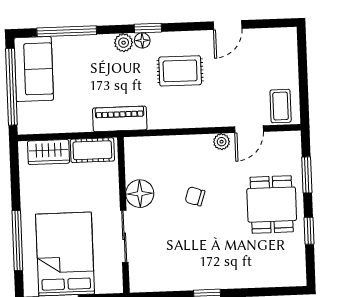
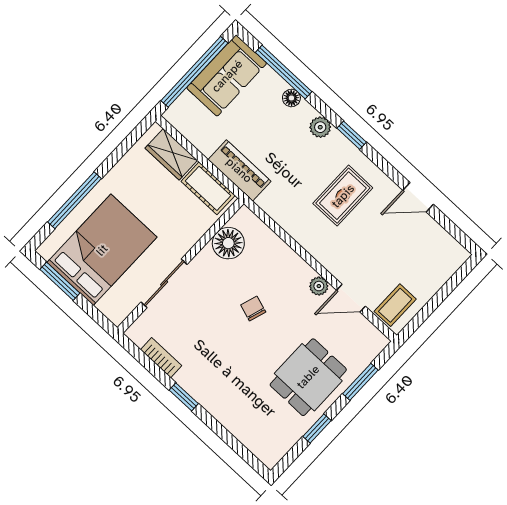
floor lamp: (142, 40) -> (291, 98), moved
rug: (180, 71) -> (343, 196), turned 90
piano: (120, 119) -> (239, 170), moved
floor lamp: (140, 194) -> (228, 243), moved
bookcase: (169, 284) -> (161, 358), added

